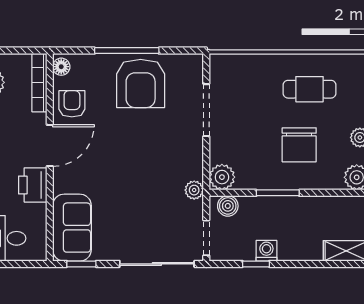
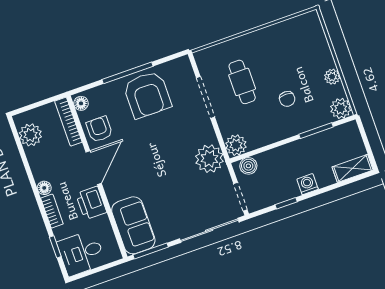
cafe table: (310, 89) -> (242, 82), moved, turned 90
chair: (299, 145) -> (287, 99), width x0.54, depth x0.54
plant: (194, 190) -> (209, 159), width x1.88, depth x1.88
window: (278, 193) -> (316, 131), moved
washing machine: (266, 251) -> (308, 184), moved
window: (81, 264) -> (151, 251), width x1.50

